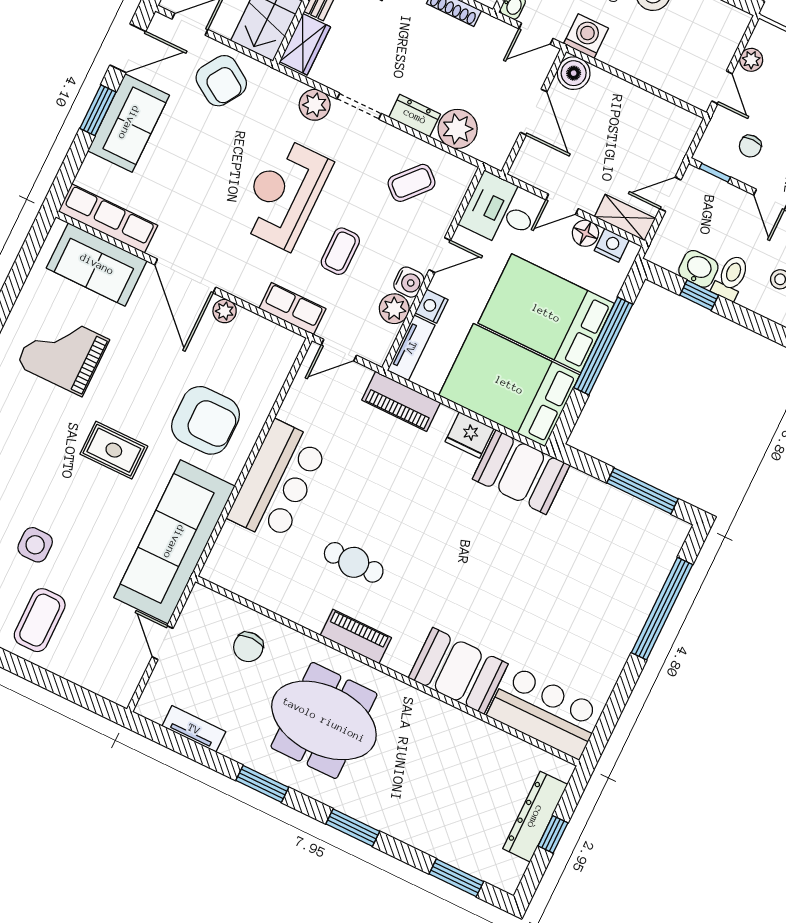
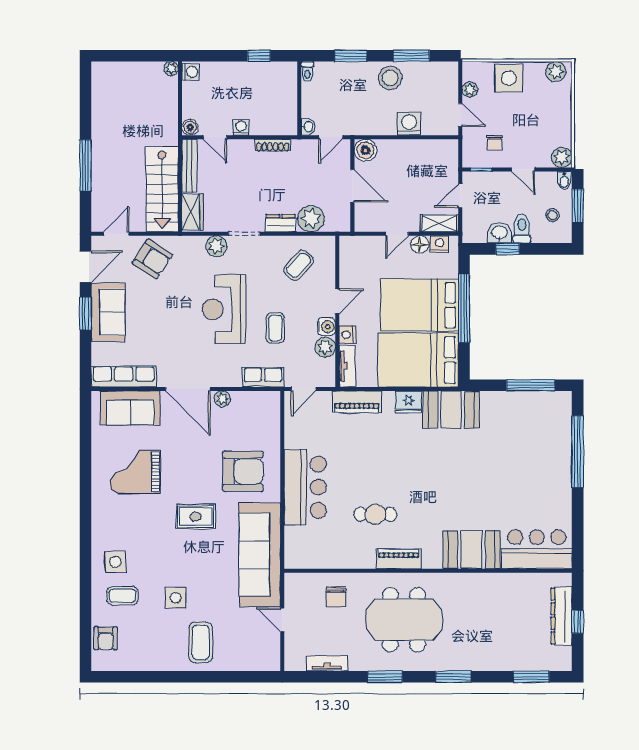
washing machine: (586, 36) -> (409, 124), moved
desk: (500, 211) -> (361, 256), removed

